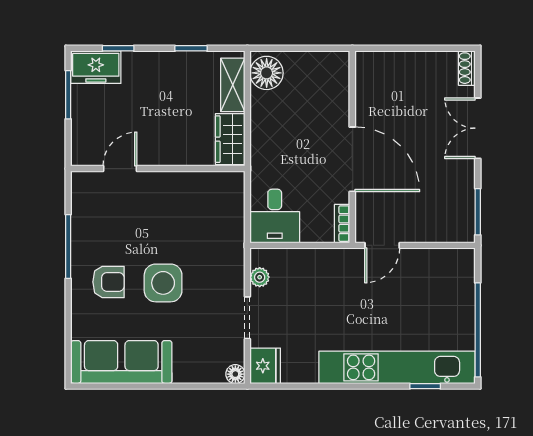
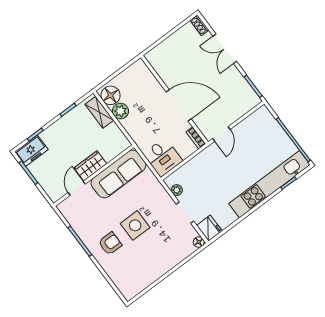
plant: (264, 106) -> (120, 111), added
wardrobe: (230, 139) -> (90, 166), moved, turned 90
sofa: (121, 362) -> (118, 174), moved, turned 180

